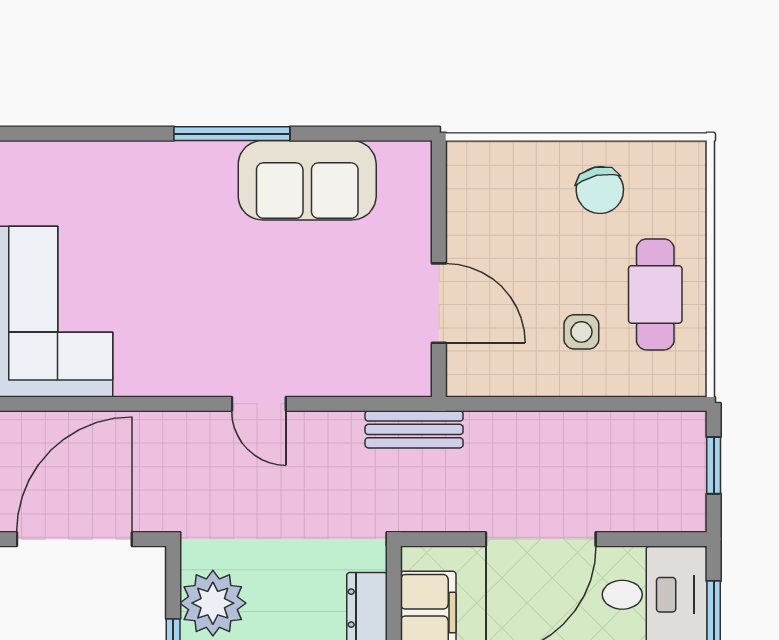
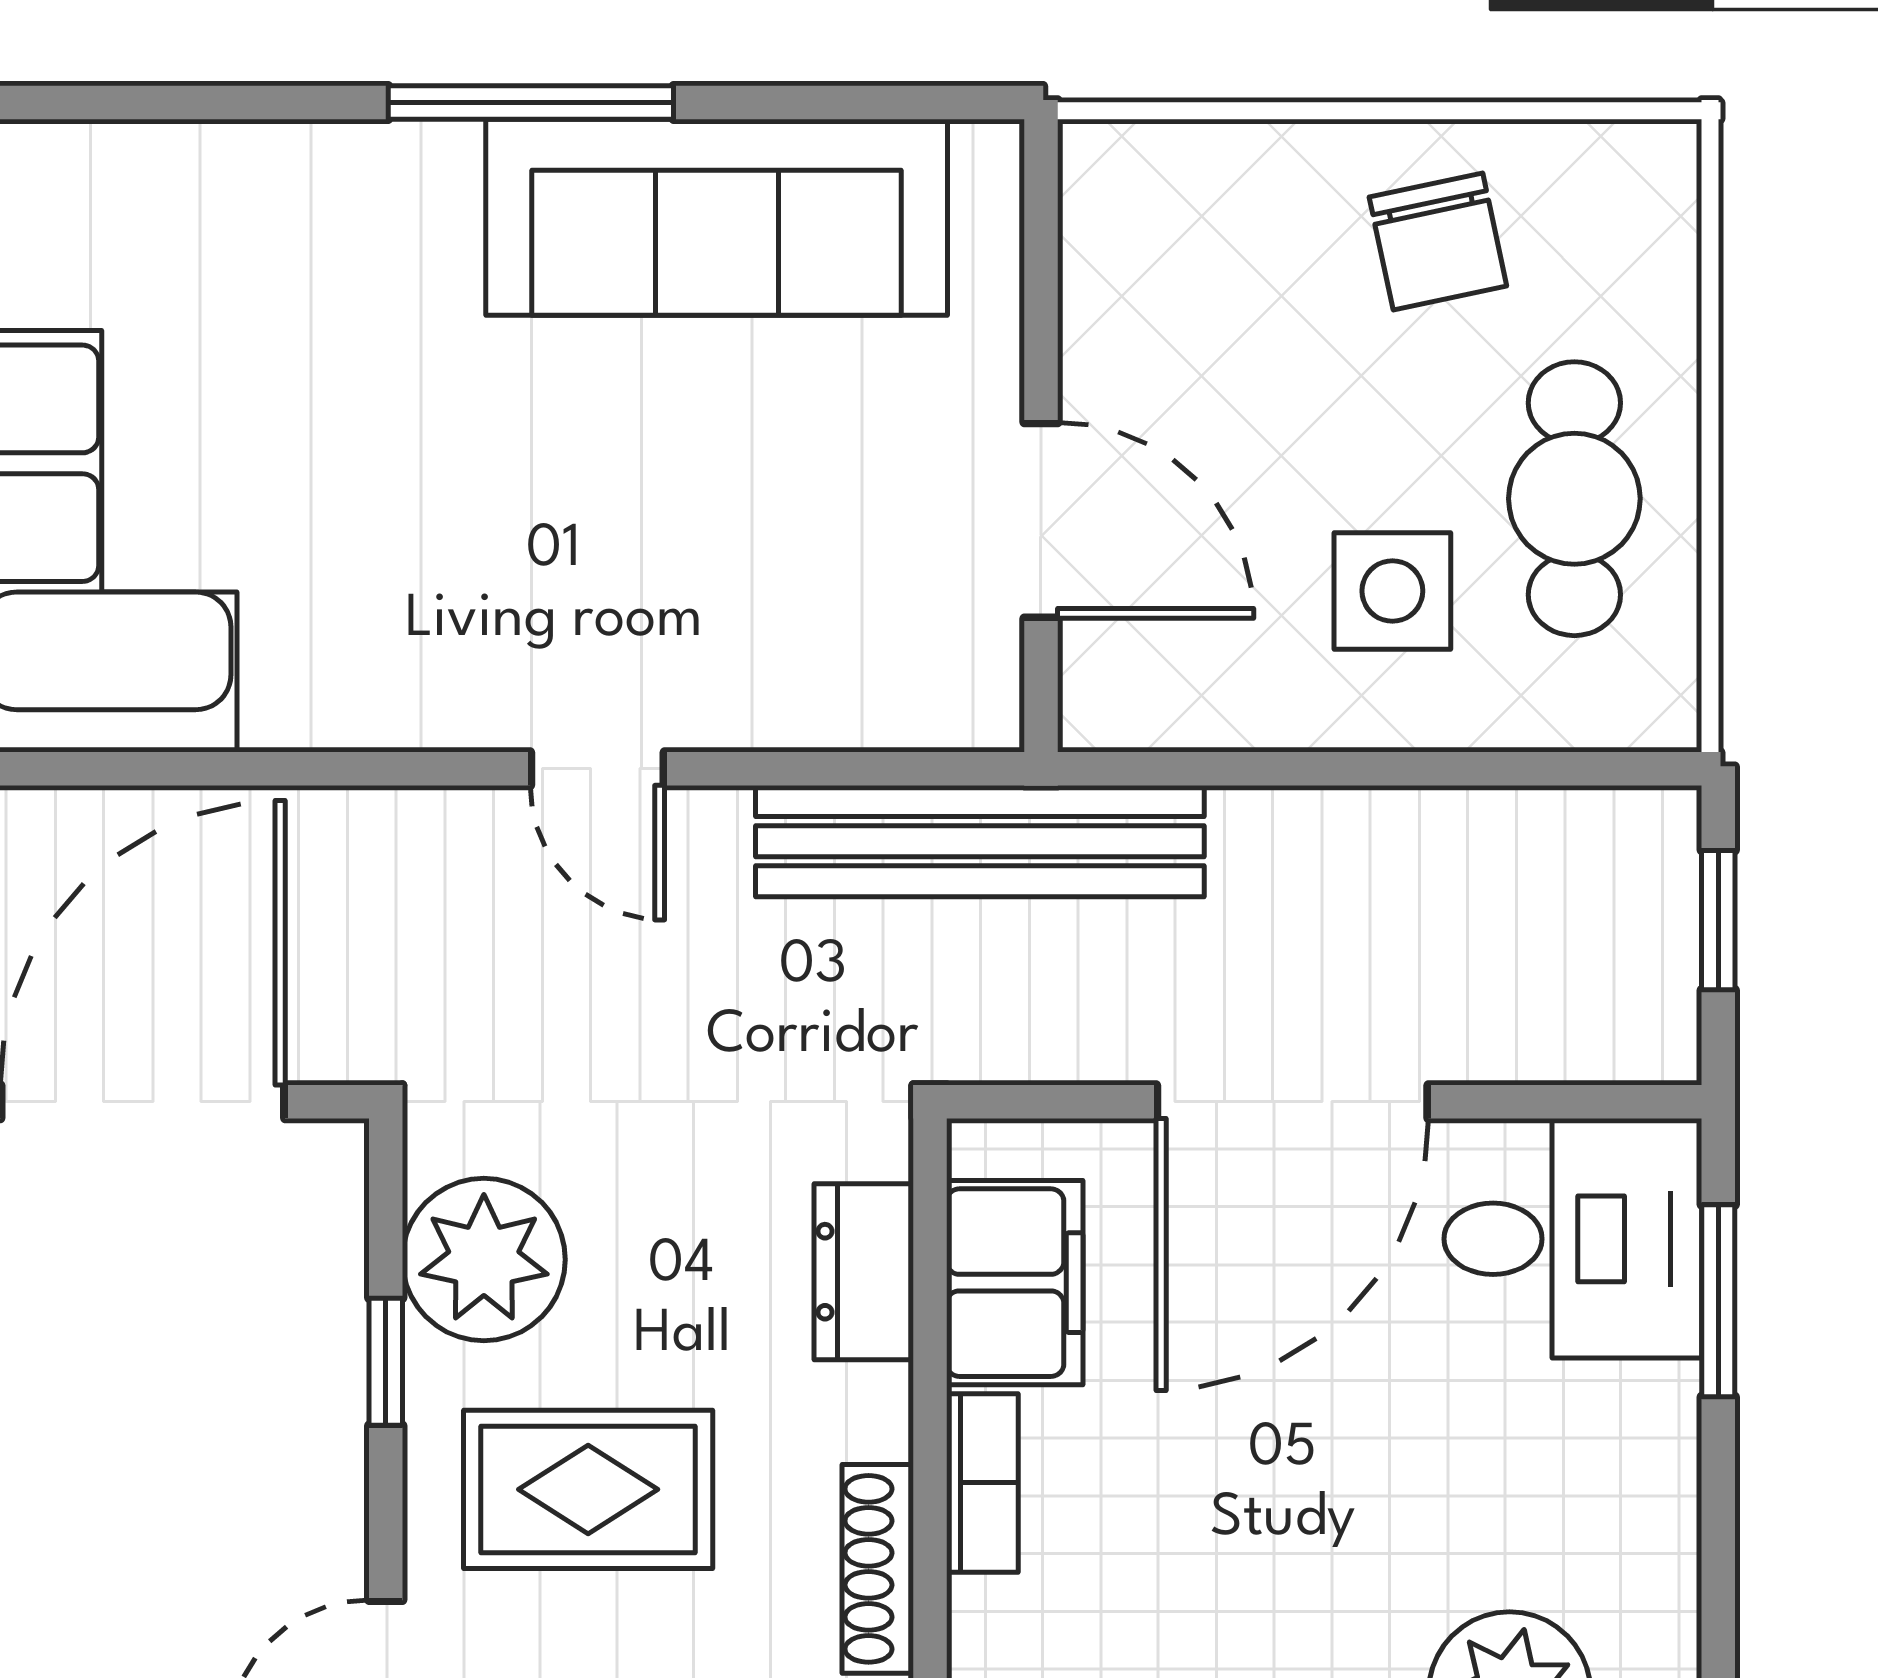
sofa: (307, 180) -> (717, 217), width x1.36
side table: (581, 332) -> (1392, 591), width x1.37, depth x1.37
bench: (414, 429) -> (980, 841), width x1.86, depth x1.21

